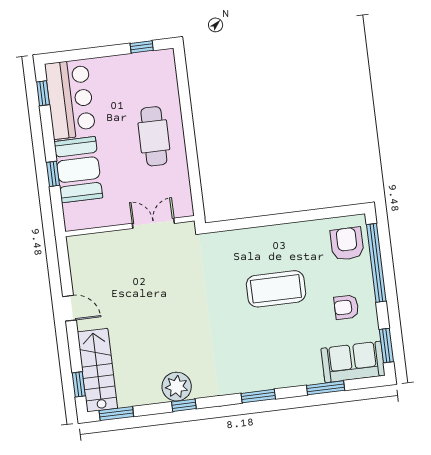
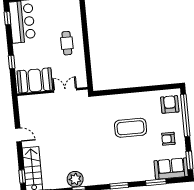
cafe table: (154, 136) -> (67, 43), width x0.73, depth x0.74
booth: (78, 170) -> (35, 80), moved, turned 90

